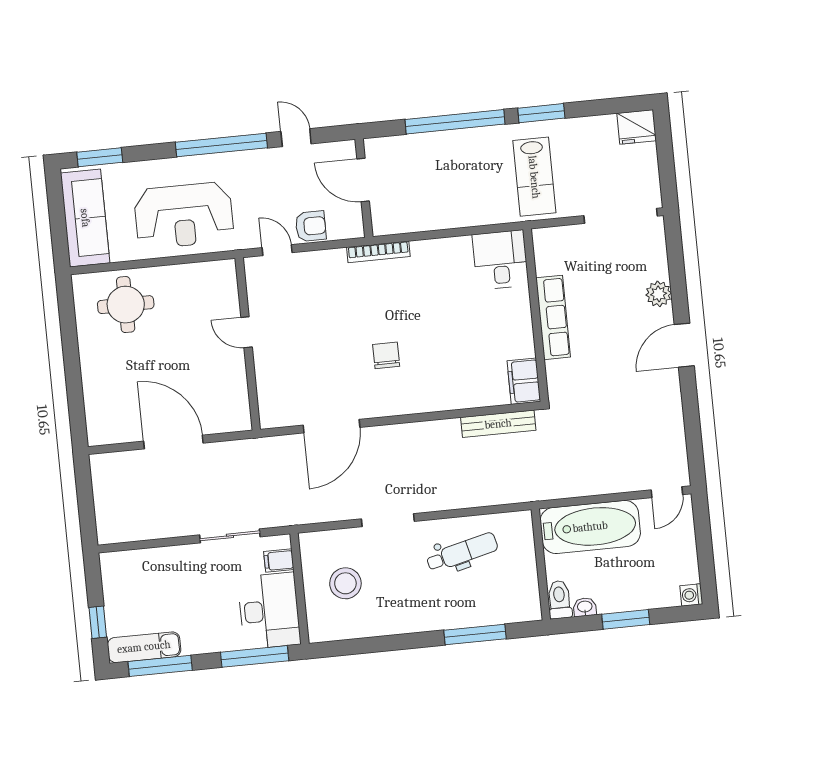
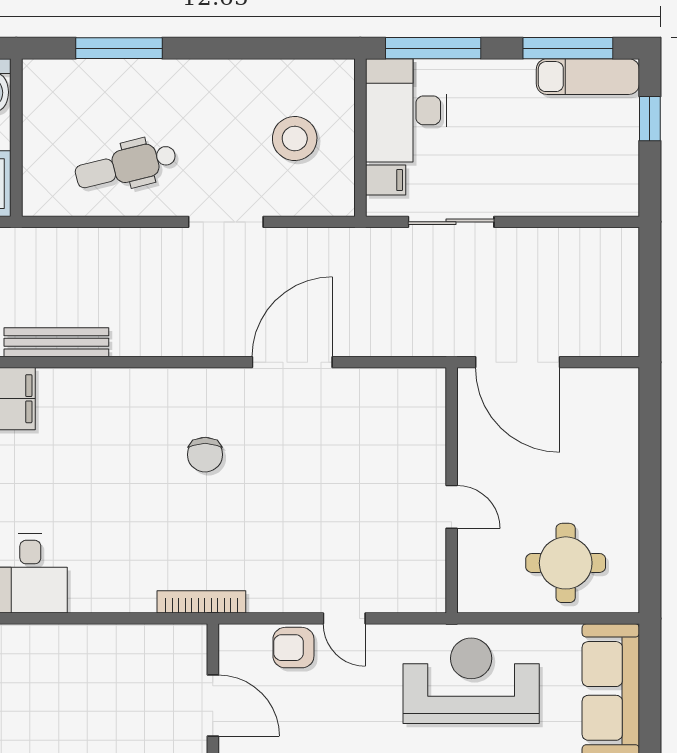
door: (247, 332) -> (452, 507), moved
wall: (248, 344) -> (452, 490), moved

